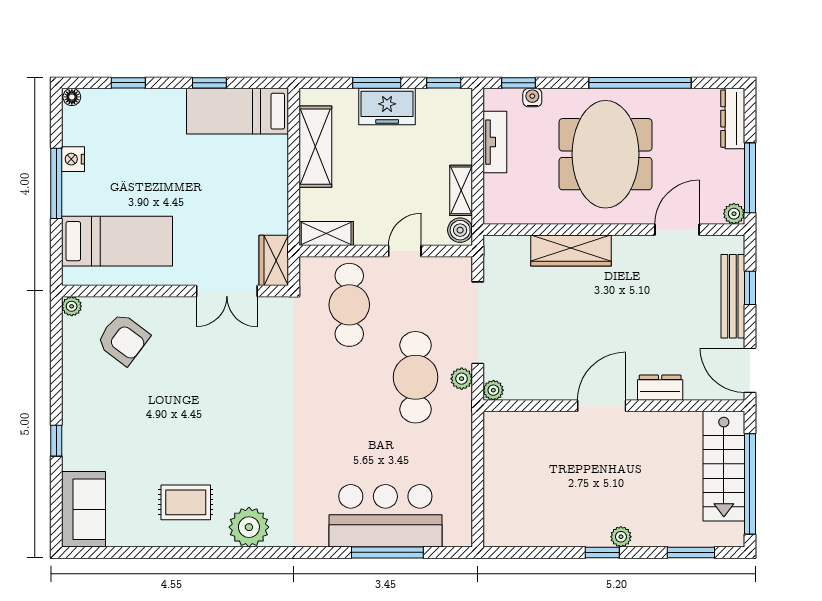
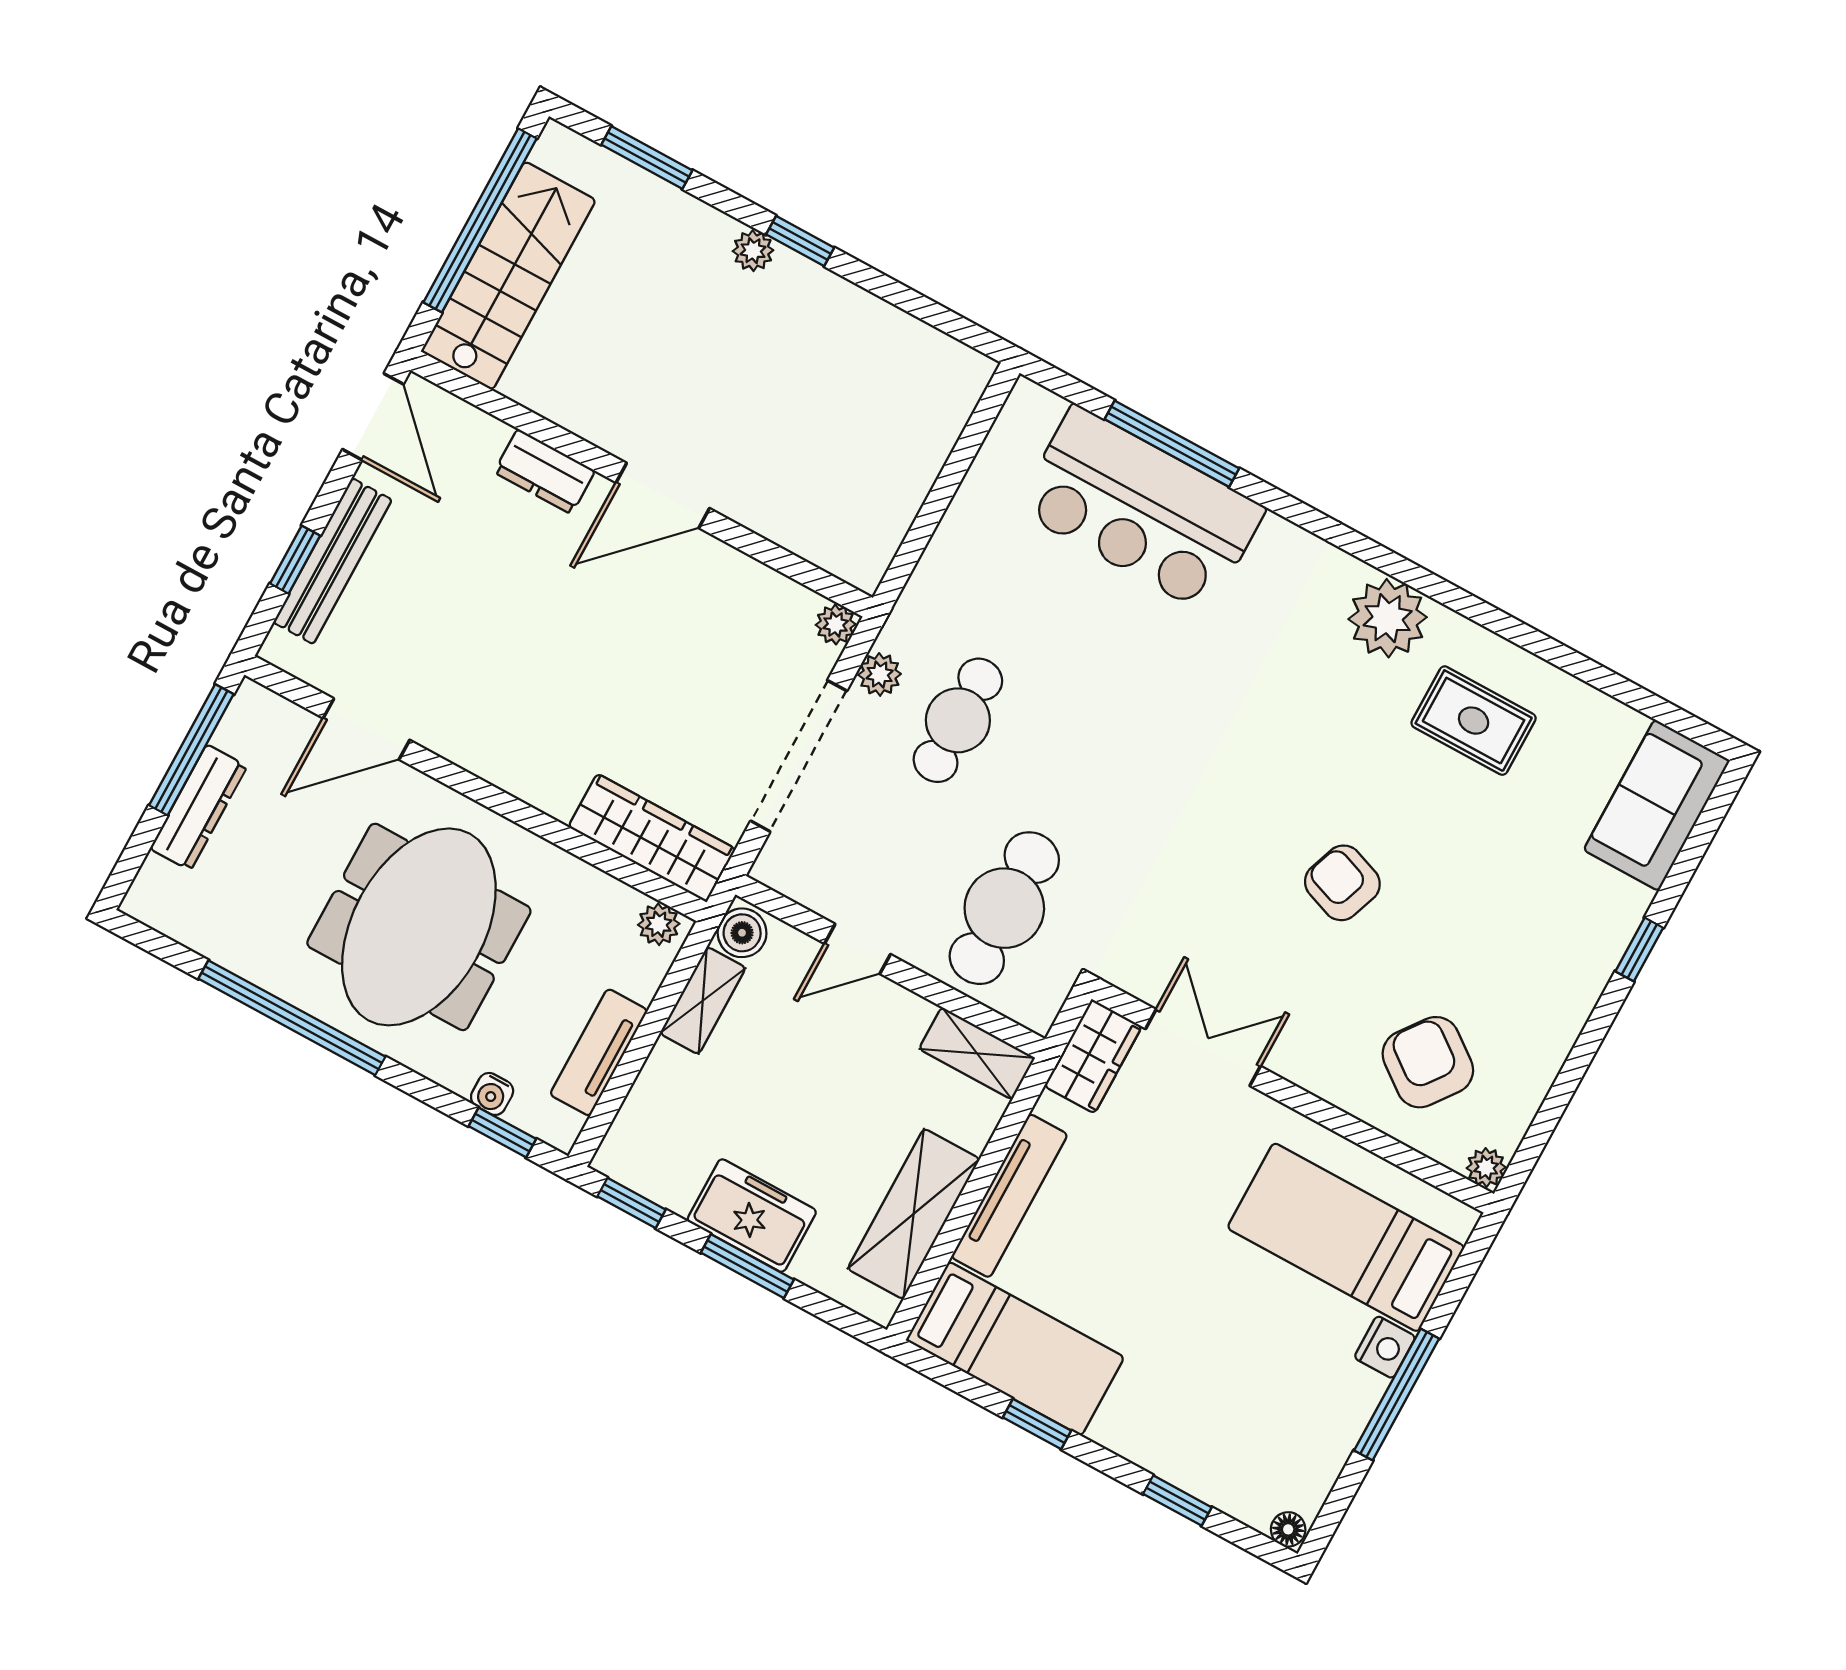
dresser: (733, 119) -> (199, 807), moved
nightstand: (73, 159) -> (1385, 1347), moved
tv unit: (277, 178) -> (1009, 1196), added
plant: (734, 214) -> (659, 924), moved
wardrobe: (571, 250) -> (652, 838), moved
cafe table: (416, 377) -> (958, 720), width x0.73, depth x0.74
armchair: (205, 398) -> (1342, 883), added

